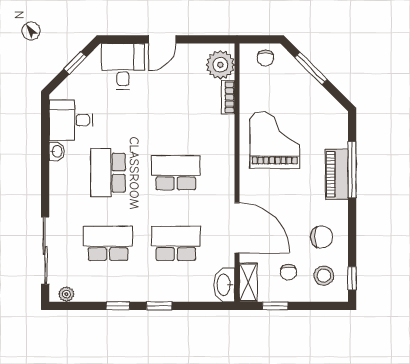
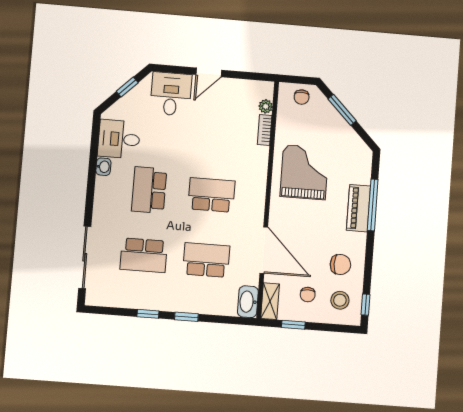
plant: (220, 65) -> (266, 106), width x0.53, depth x0.53
school desk: (108, 243) -> (144, 255), turned 180
plant: (66, 294) -> (101, 299), removed

